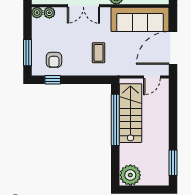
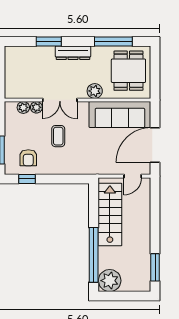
plant: (37, 13) -> (36, 107), moved
coffee table: (98, 53) -> (58, 136), moved
window: (115, 120) -> (94, 255), moved

